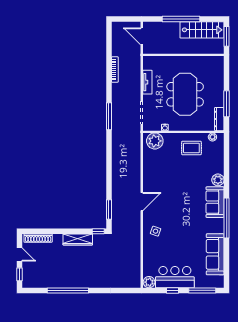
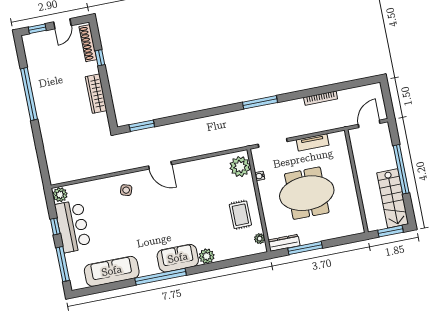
window: (98, 231) -> (100, 58), moved

